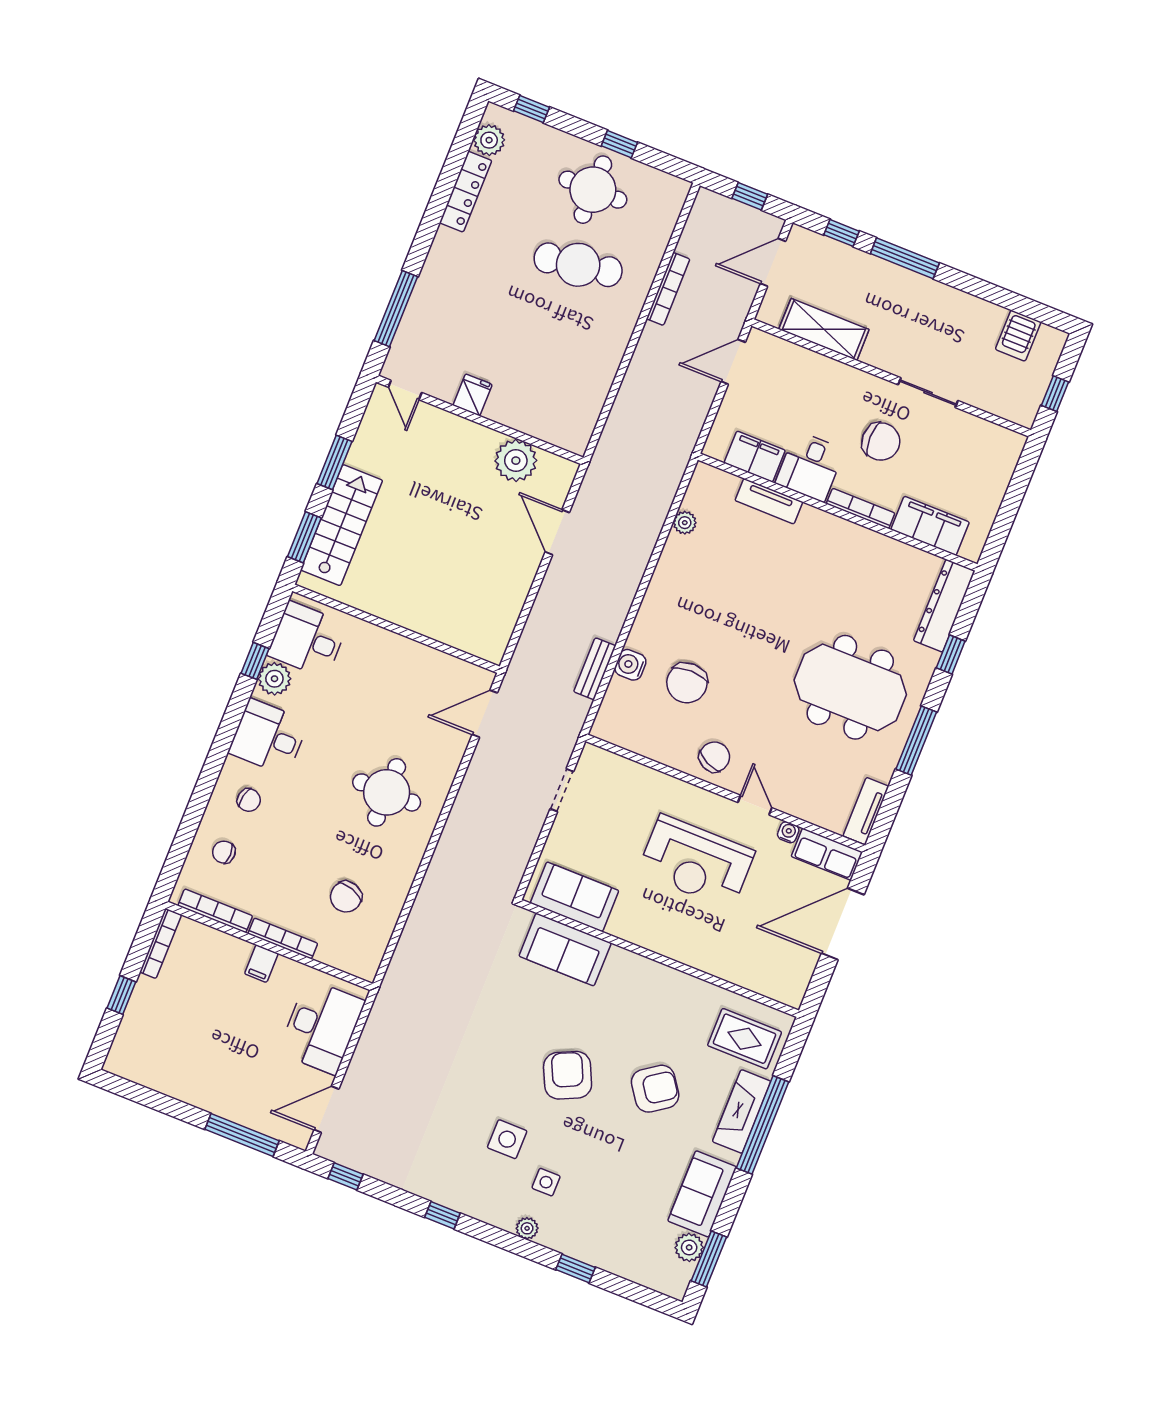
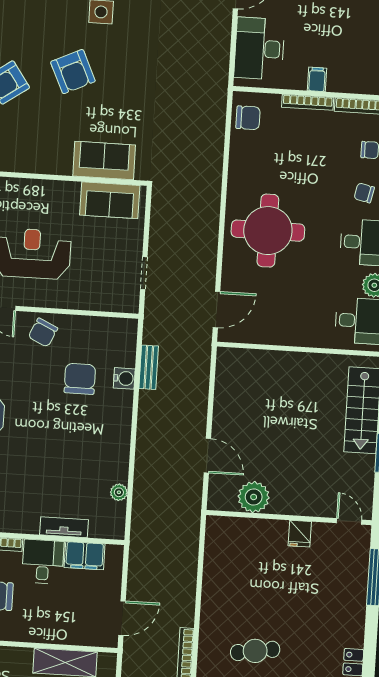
cafe table: (578, 265) -> (255, 651), width x0.73, depth x0.74
round table: (387, 792) -> (268, 231), width x1.36, depth x1.36
chair: (346, 897) -> (248, 118), moved, turned 72

